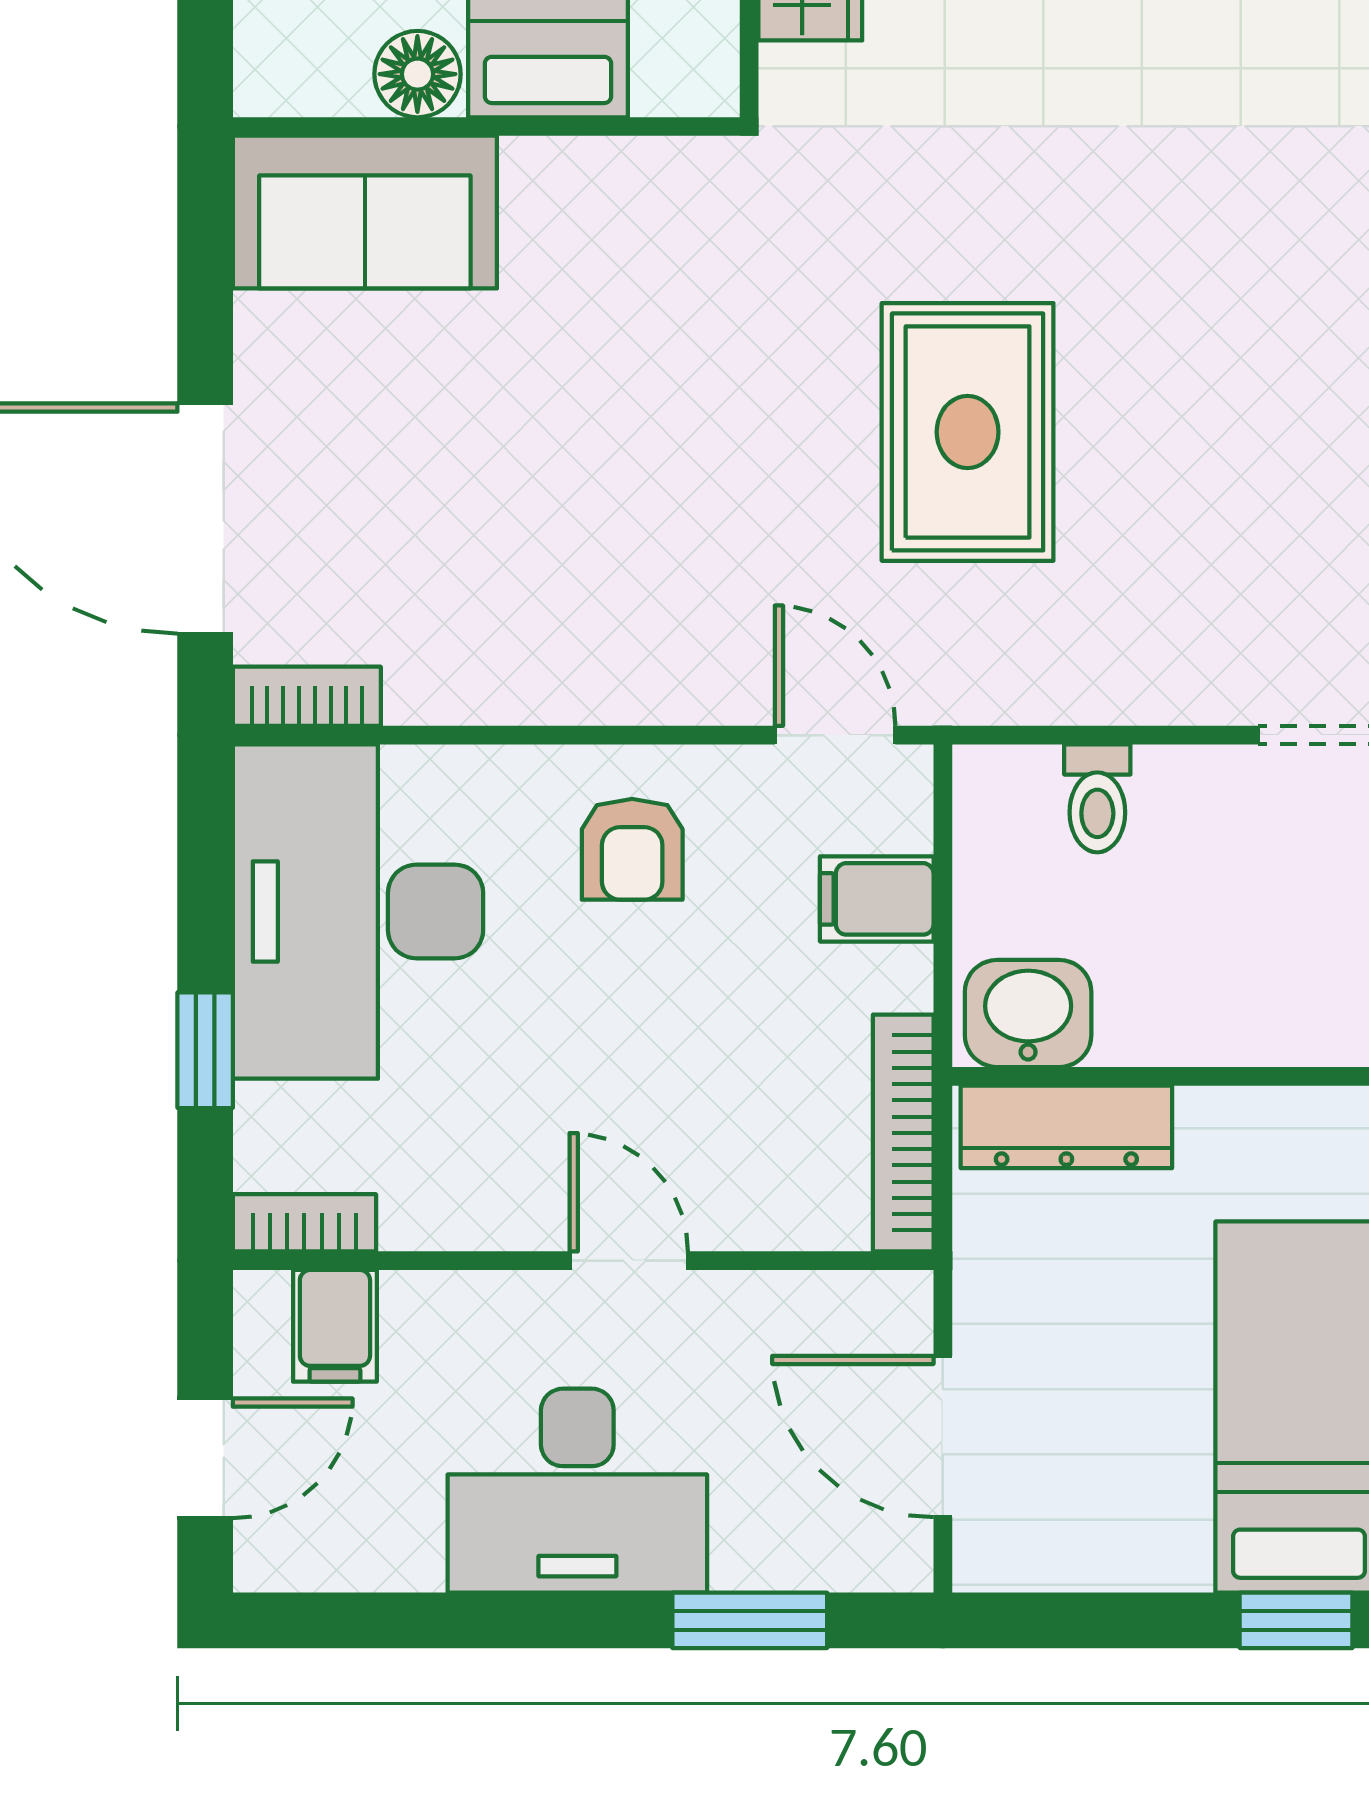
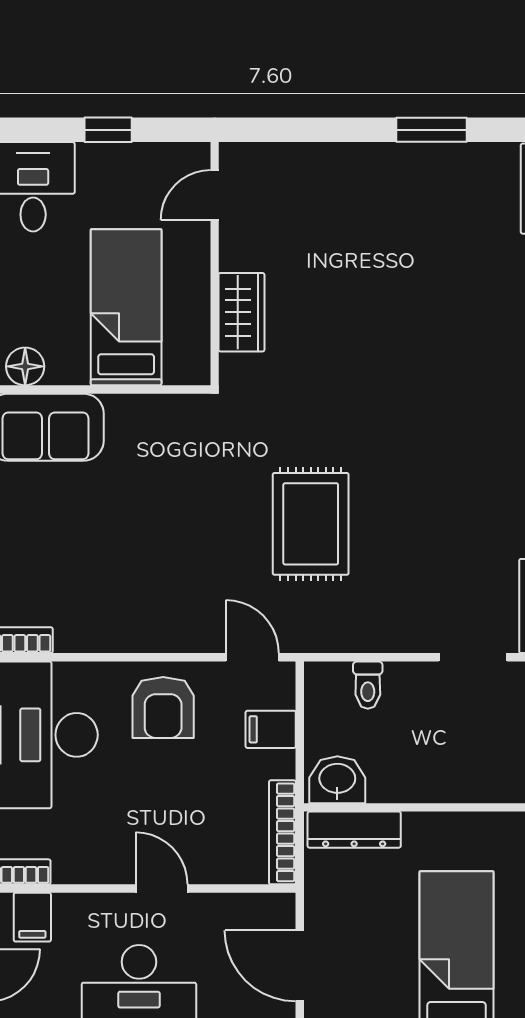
floor lamp: (417, 74) -> (25, 366), moved
armchair: (632, 849) -> (163, 708), width x1.38, depth x1.38

